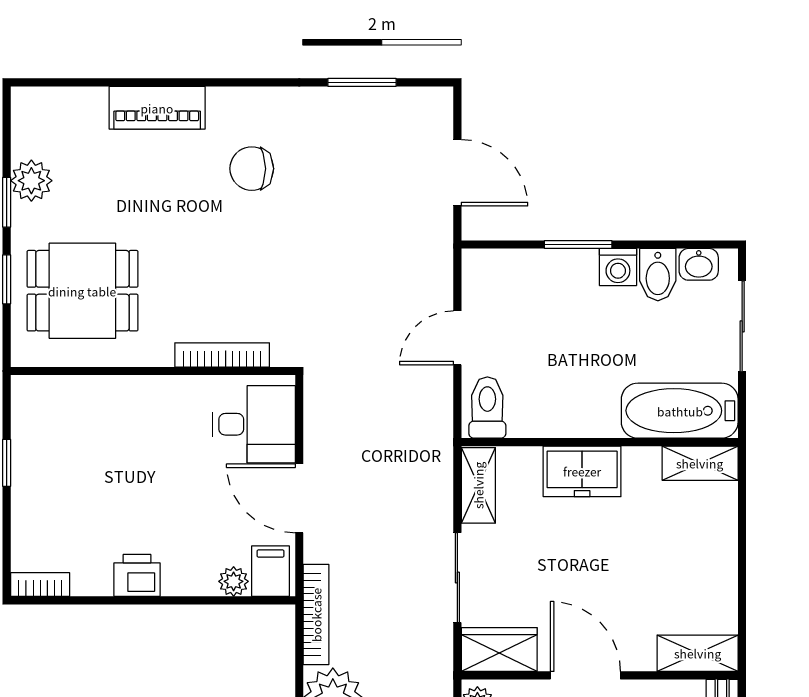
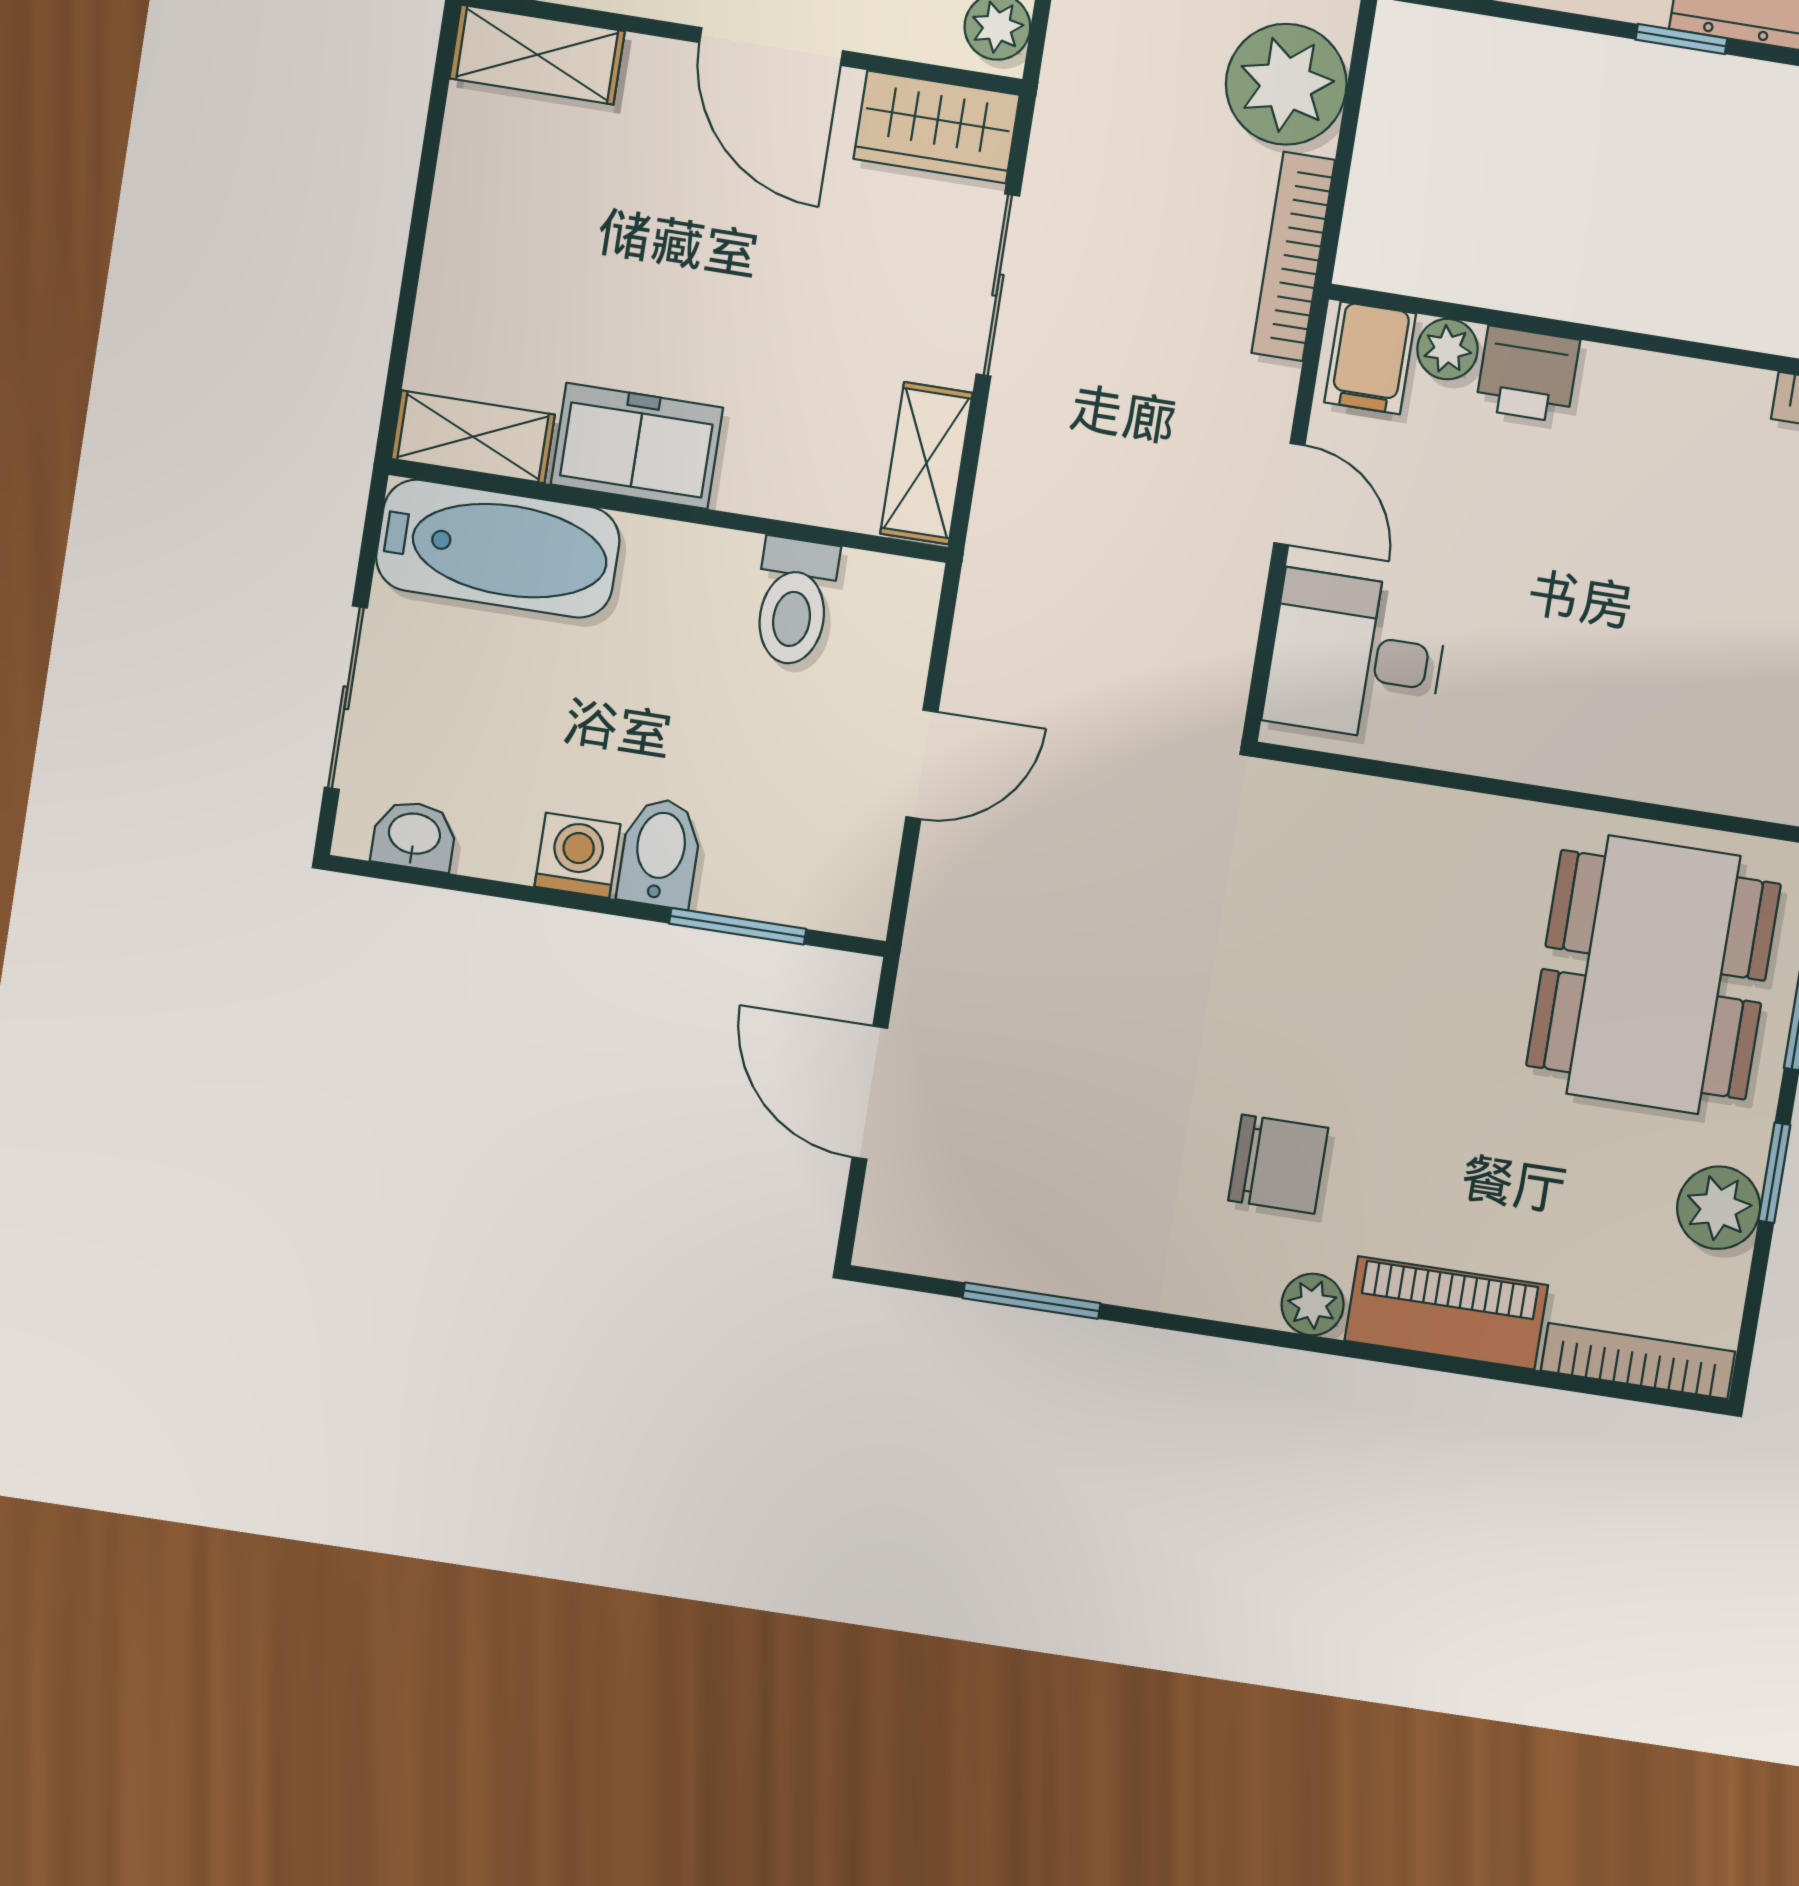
plant: (224, 102) -> (1313, 1304), added
window: (578, 245) -> (738, 926), moved
bidet: (658, 275) -> (660, 853), moved
dining table: (82, 291) -> (1653, 975), width x1.37
bookcase: (222, 355) -> (1638, 1361), moved, turned 180
toilet: (487, 408) -> (794, 602), moved
freezer: (582, 471) -> (637, 446), moved
door: (299, 498) -> (1289, 494), width x0.73
printer: (137, 575) -> (1528, 374), moved

